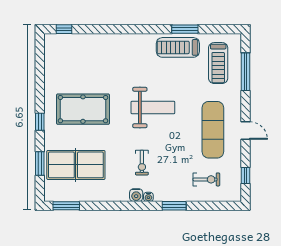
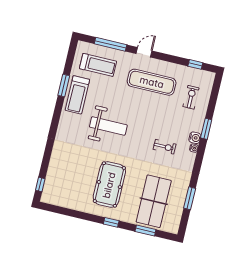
weight bench: (153, 107) -> (108, 126), moved, turned 90
door: (245, 130) -> (144, 52), moved
water cooler: (136, 195) -> (195, 138), moved
window: (66, 206) -> (190, 198), moved

